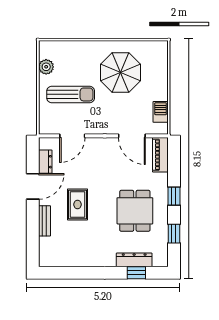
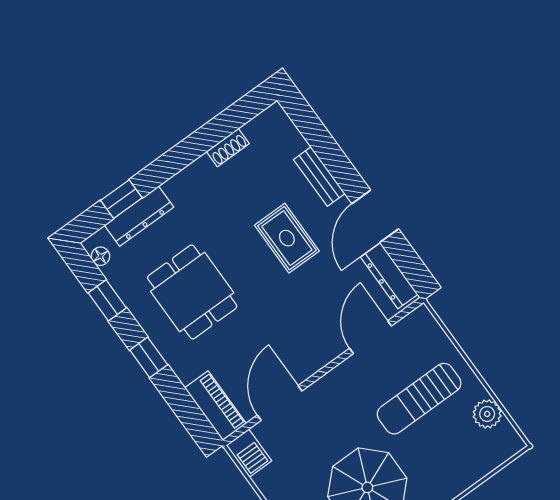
barbecue: (161, 112) -> (249, 453), moved
door: (132, 136) -> (280, 403), hinge flipped
dresser: (45, 162) -> (389, 276), width x1.44
floor lamp: (163, 255) -> (100, 256), added
shoe rack: (75, 262) -> (228, 148), added

